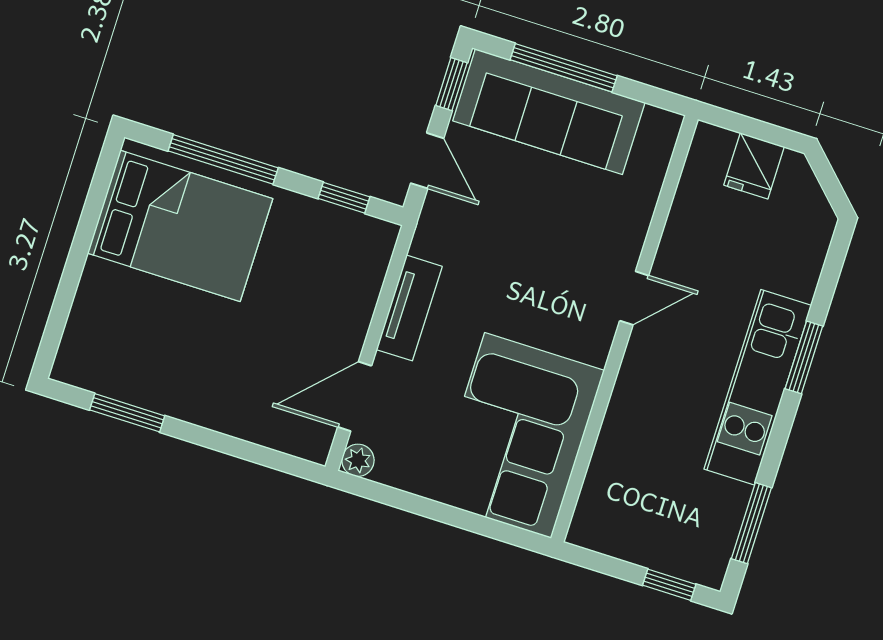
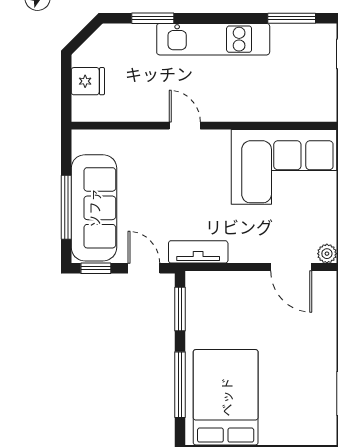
door: (427, 161) -> (144, 268), hinge flipped
window: (344, 198) -> (180, 309), width x1.50
tv unit: (409, 308) -> (198, 252), moved
window: (804, 357) -> (153, 18), moved

